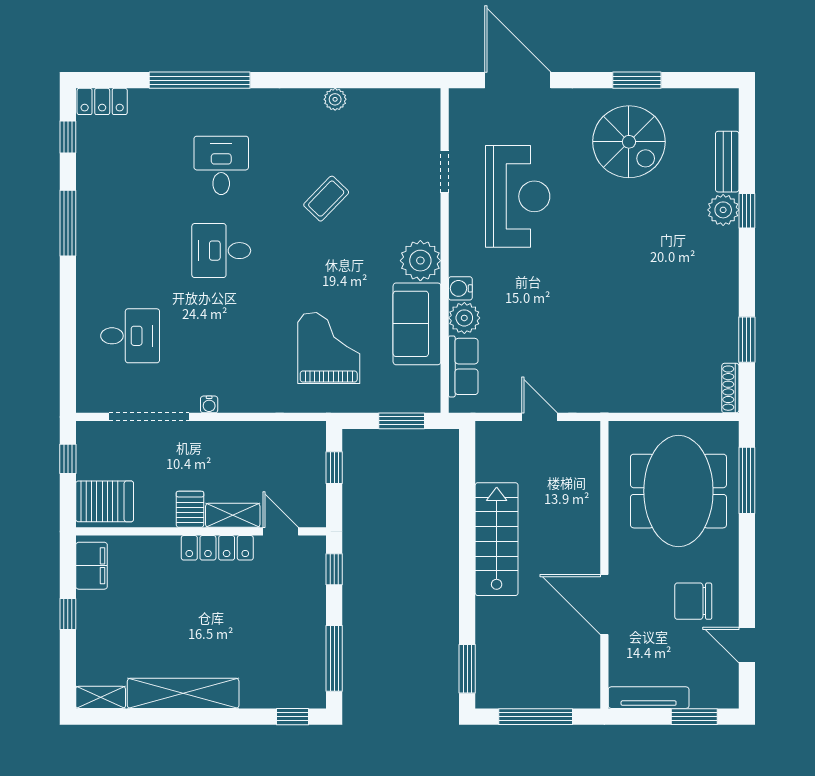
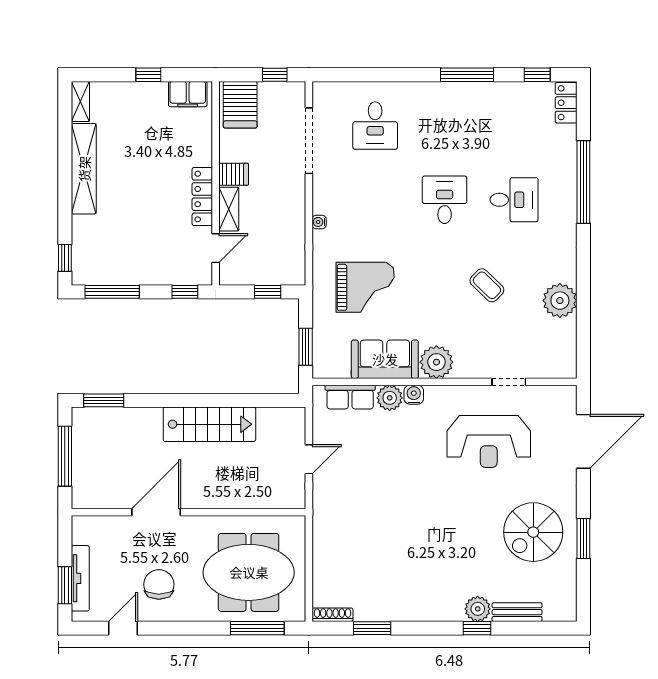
plant: (335, 99) -> (560, 301), width x1.88, depth x1.88
water cooler: (209, 404) -> (319, 222), moved
tv unit: (649, 698) -> (80, 578), moved

